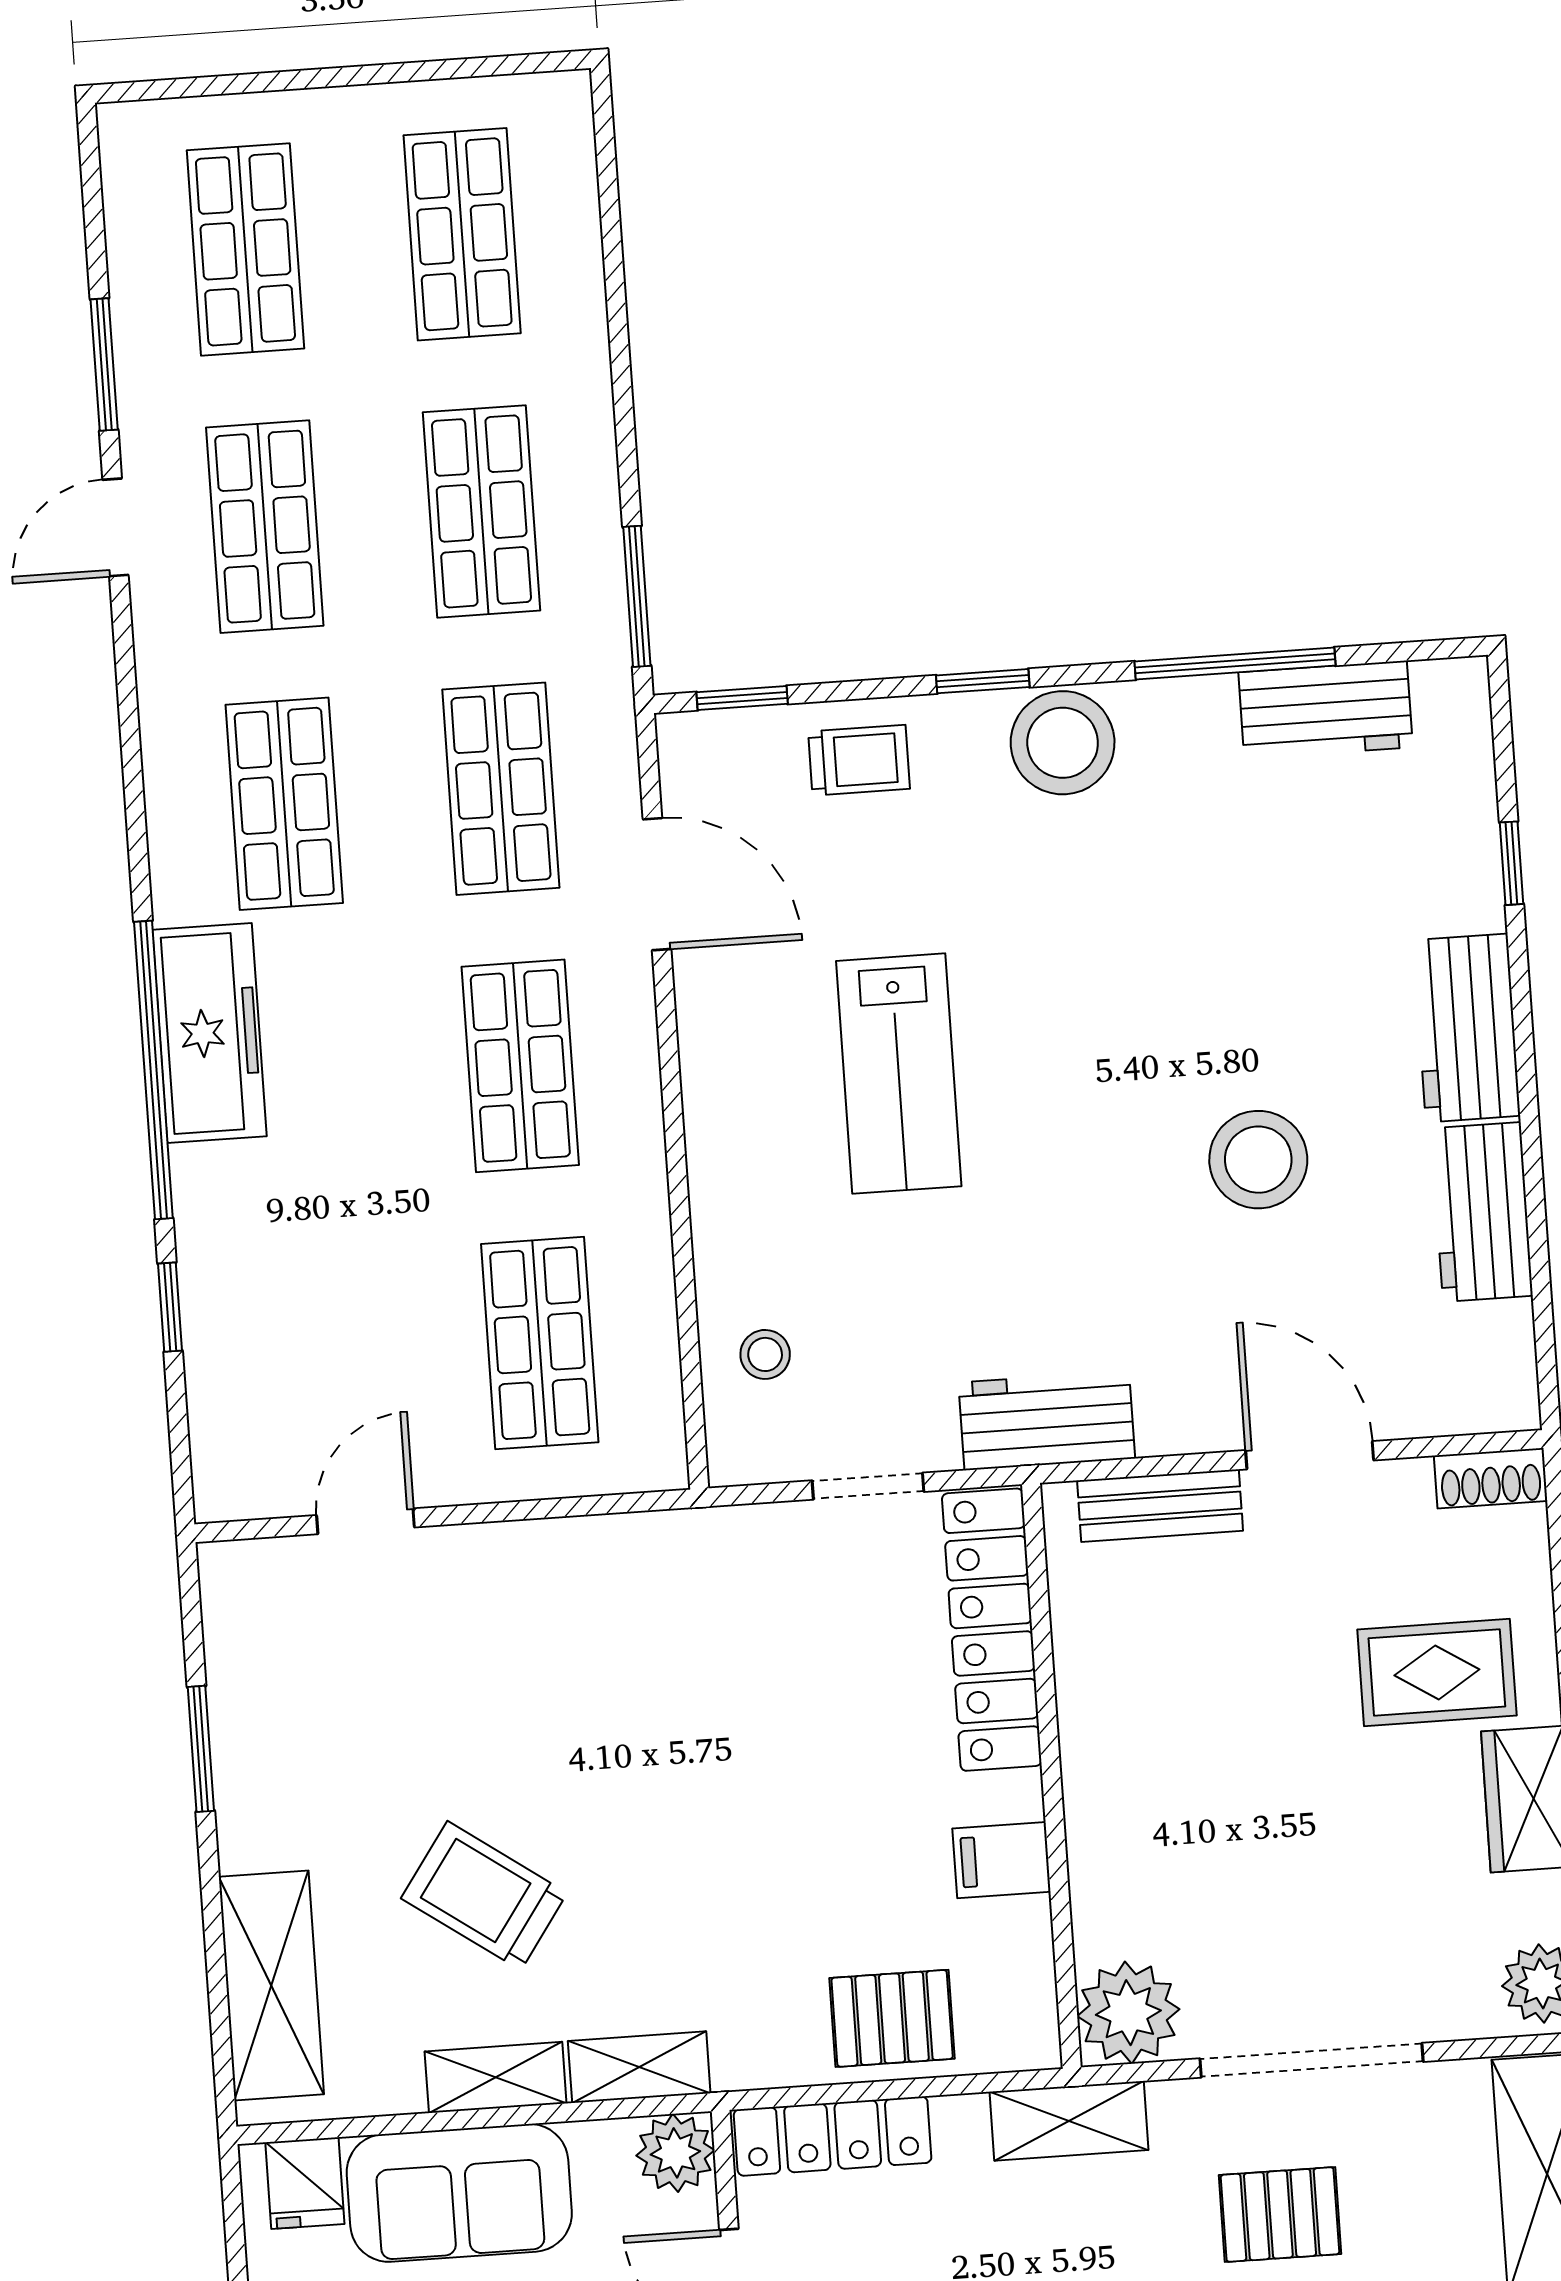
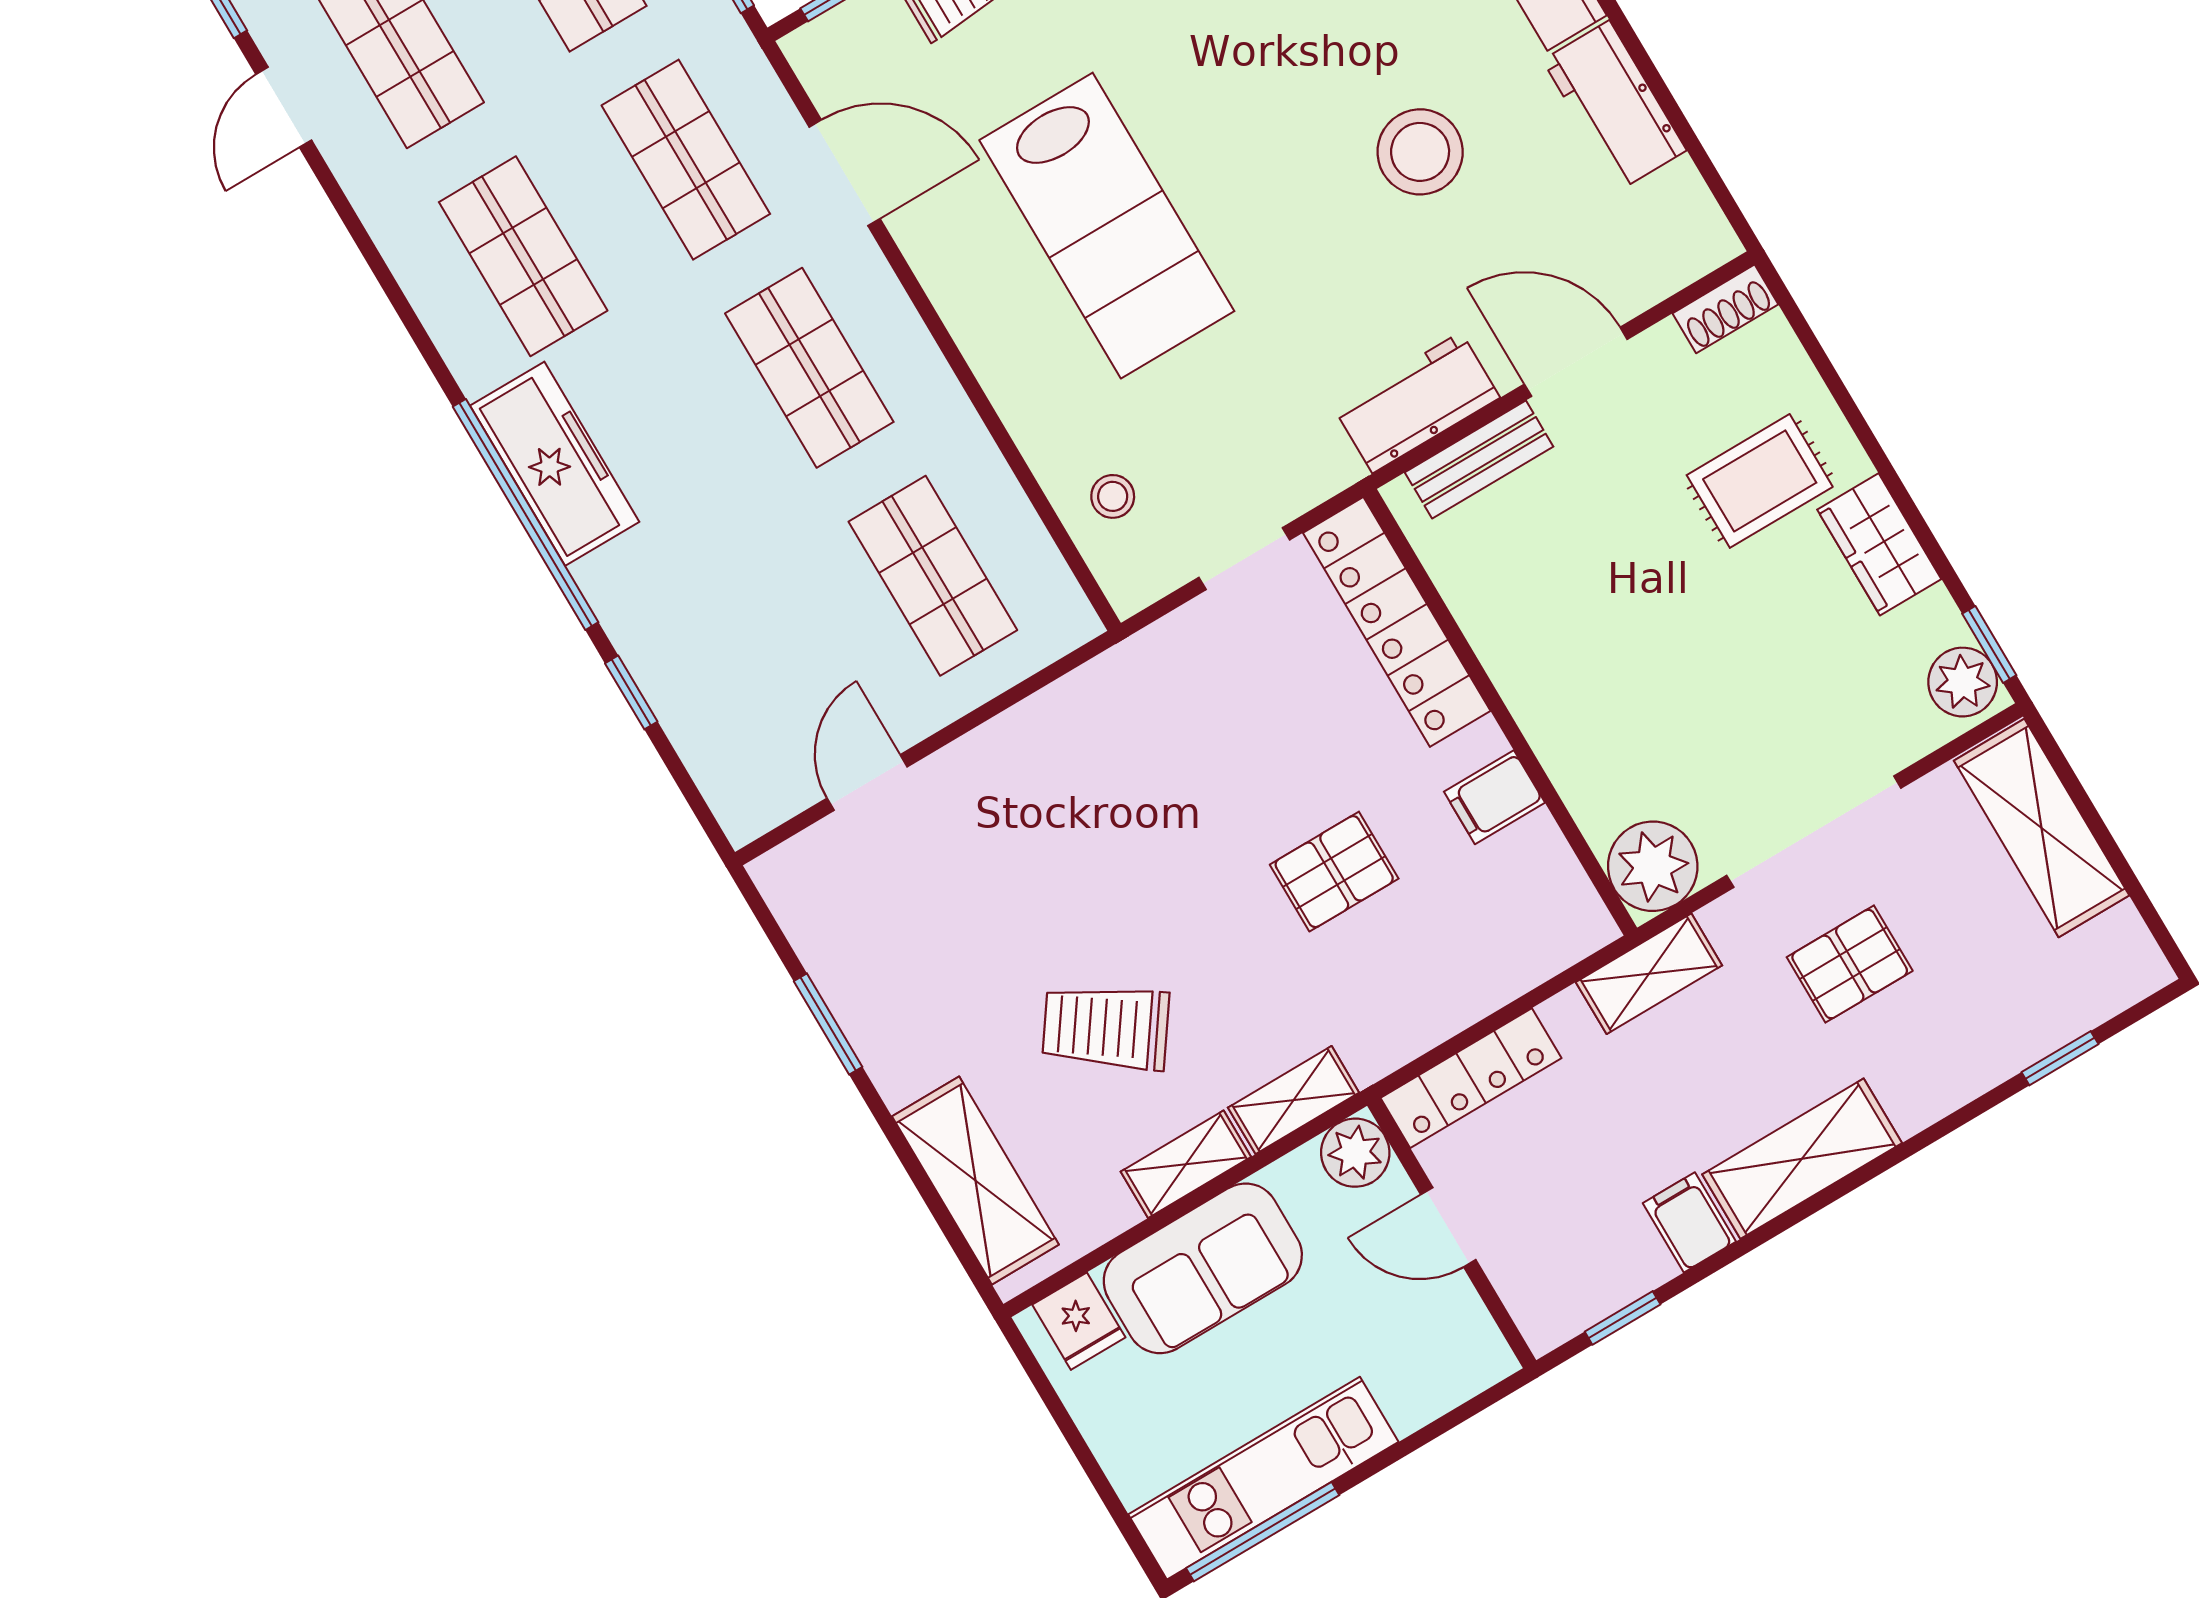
lab bench: (899, 1074) -> (1107, 226), width x1.36, depth x1.39
workbench: (1047, 1421) -> (1417, 403), moved
pallet: (892, 2018) -> (1334, 872), moved

